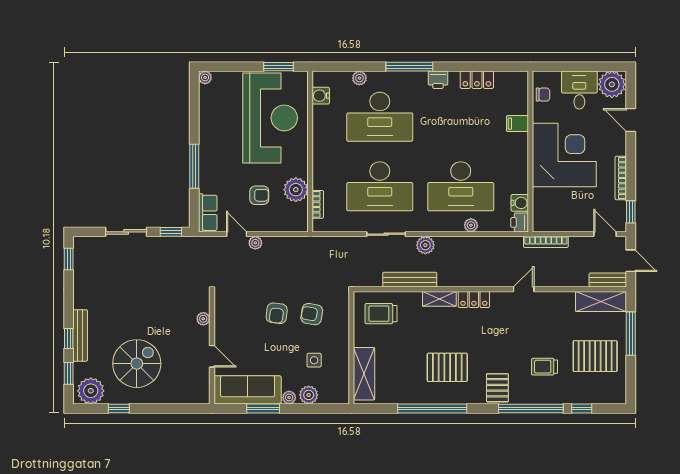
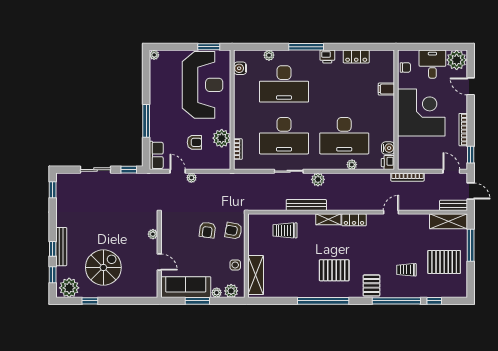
wall: (351, 348) -> (246, 256), moved
shelving: (364, 374) -> (256, 275), moved

